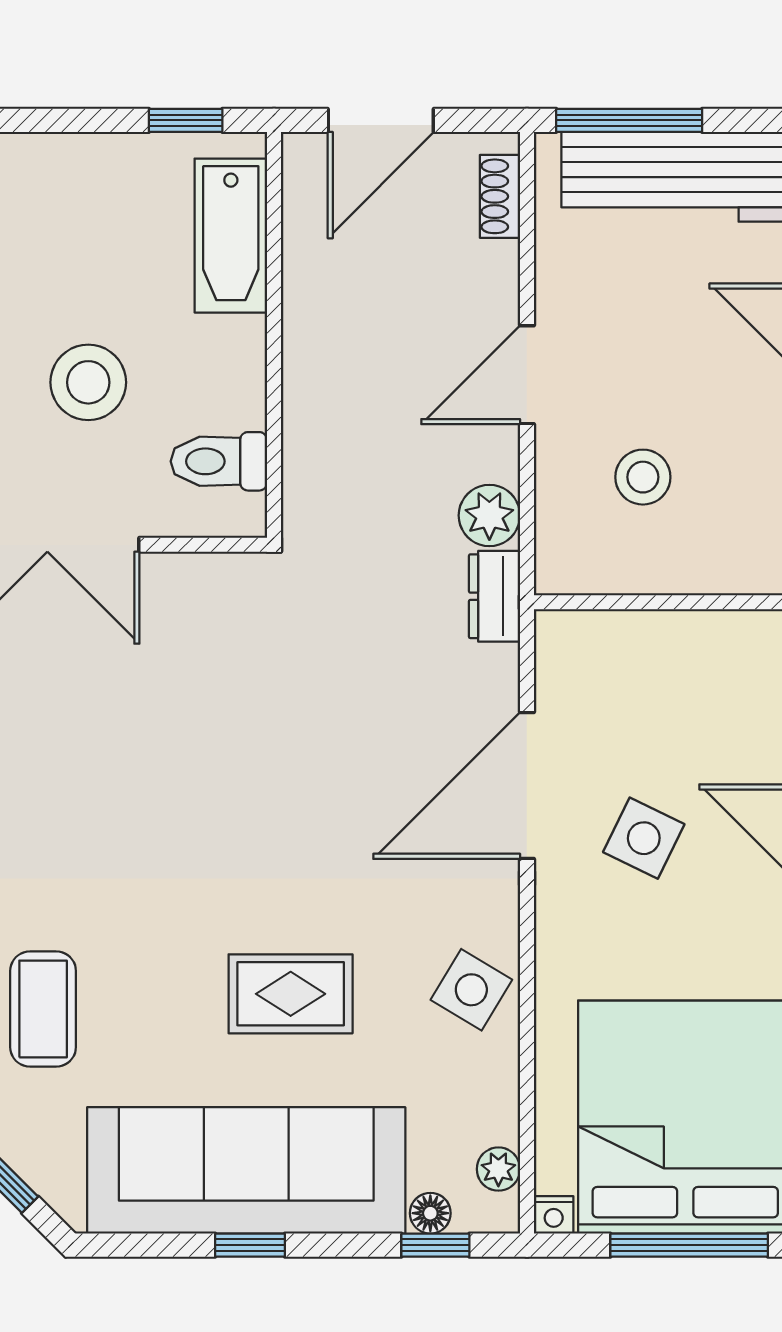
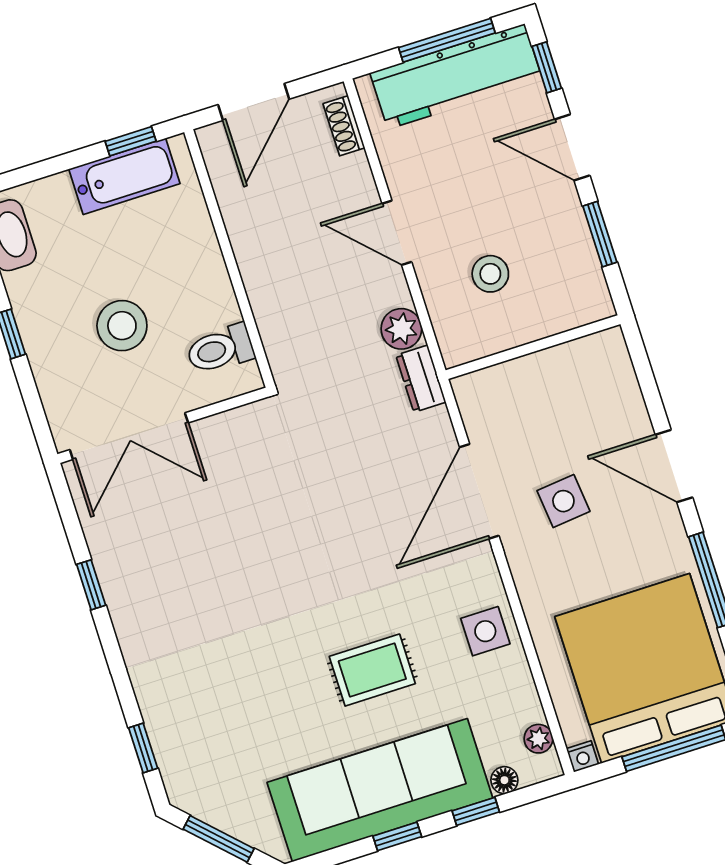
window: (629, 120) -> (447, 40), moved
bathtub: (231, 236) -> (124, 176), moved, turned -90
door: (527, 375) -> (397, 233), hinge flipped
side table: (644, 838) -> (563, 501), turned -32
side table: (471, 990) -> (485, 631), turned -31
coffee table: (43, 1009) -> (219, 729), removed
window: (435, 1245) -> (476, 811), moved

